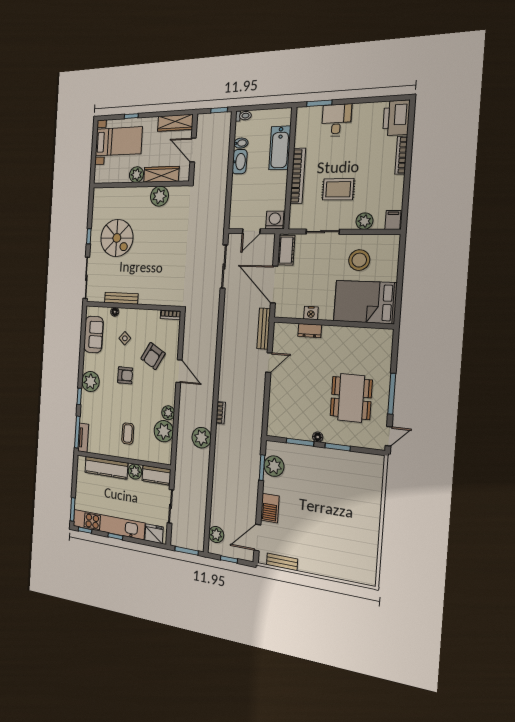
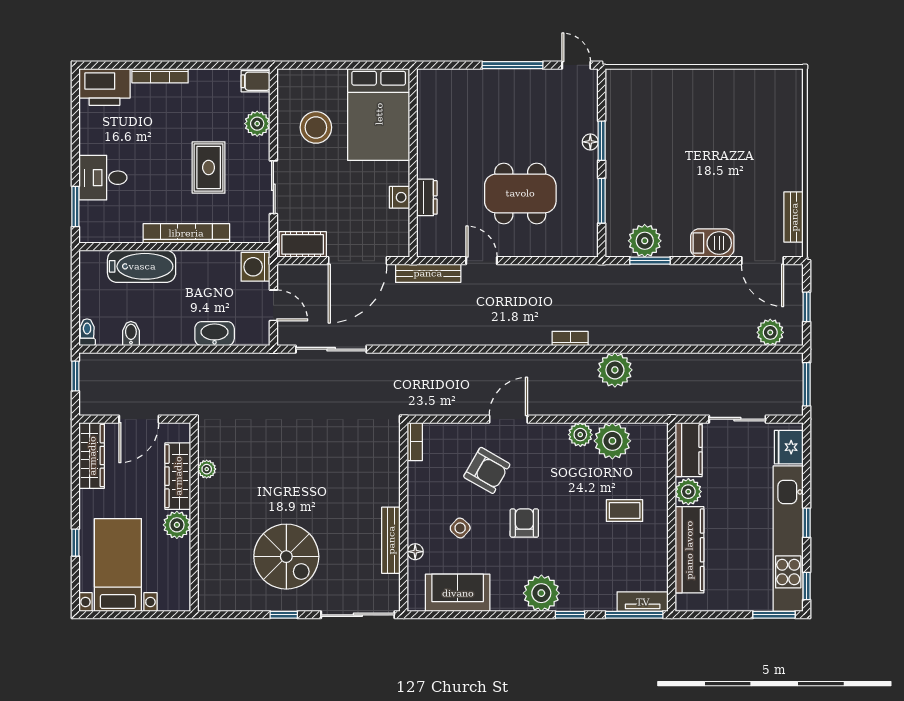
washbasin: (240, 162) -> (215, 334), moved
plant: (159, 196) -> (207, 469), width x0.53, depth x0.53
spiral stairs: (117, 238) -> (286, 557), turned 90
dining table: (351, 398) -> (520, 193), moved
floor lamp: (318, 437) -> (590, 142), moved

